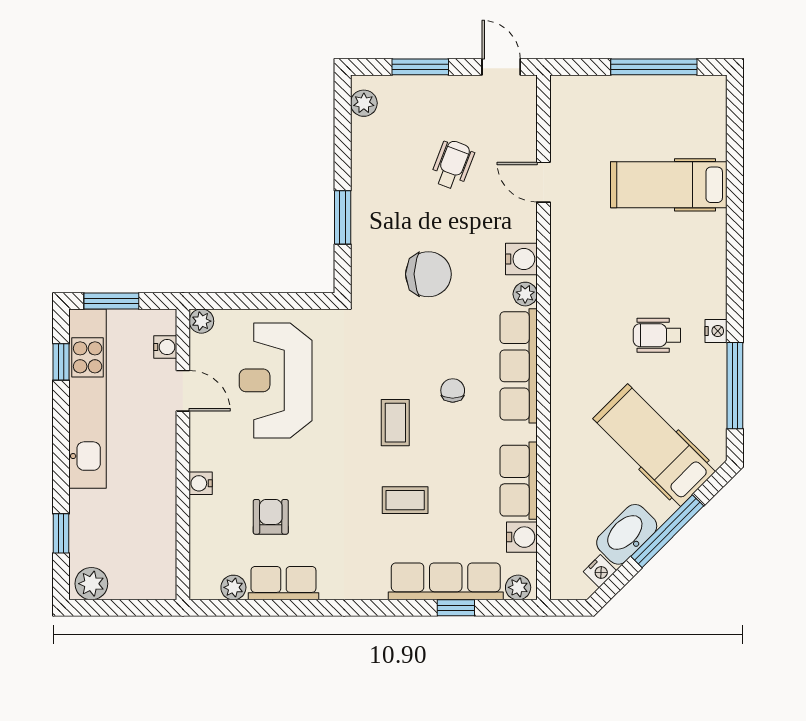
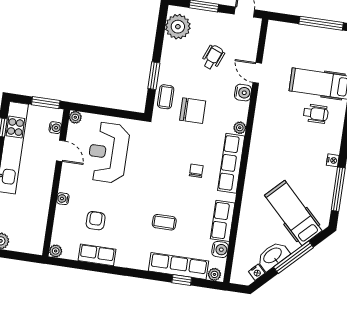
plant: (364, 103) -> (178, 27), width x1.87, depth x1.87
water cooler: (521, 259) -> (243, 93), moved
window: (111, 301) -> (46, 103), moved
wheelchair: (657, 335) -> (316, 114), moved, turned 180
coffee table: (395, 423) -> (166, 97), moved
plant: (233, 587) -> (56, 251), moved

